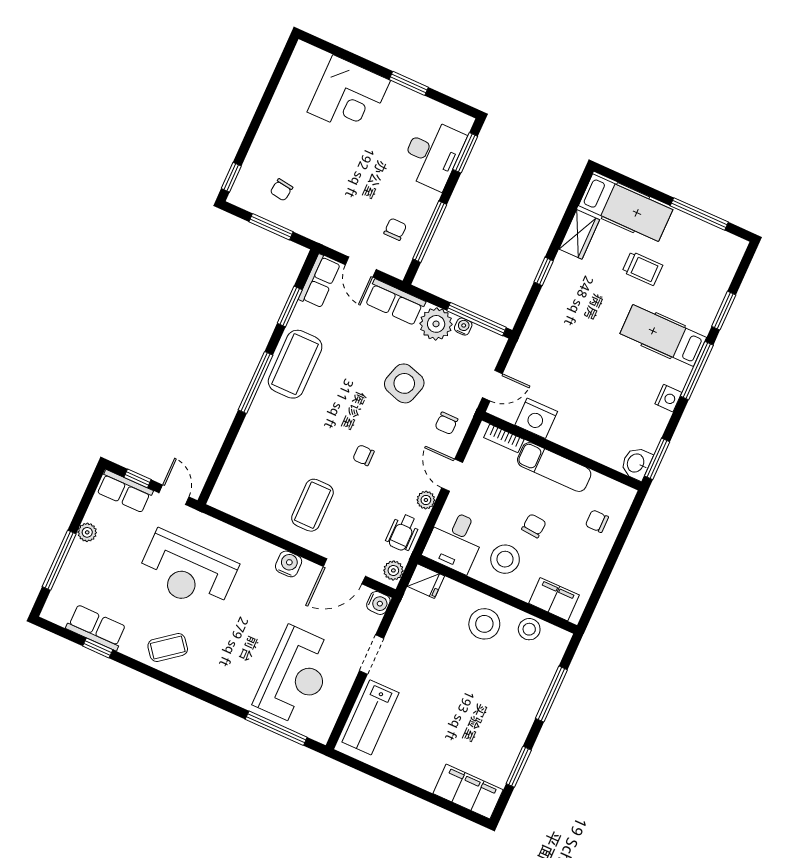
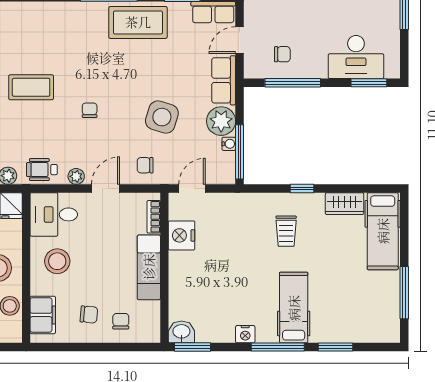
trolley: (642, 268) -> (286, 231), moved
door: (492, 386) -> (192, 188), swing flipped
chair: (534, 526) -> (89, 314), moved

